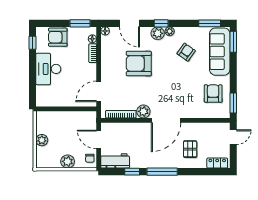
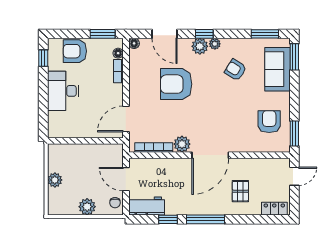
armchair: (186, 52) -> (235, 70), turned -93
sofa: (220, 52) -> (277, 69), width x0.73

